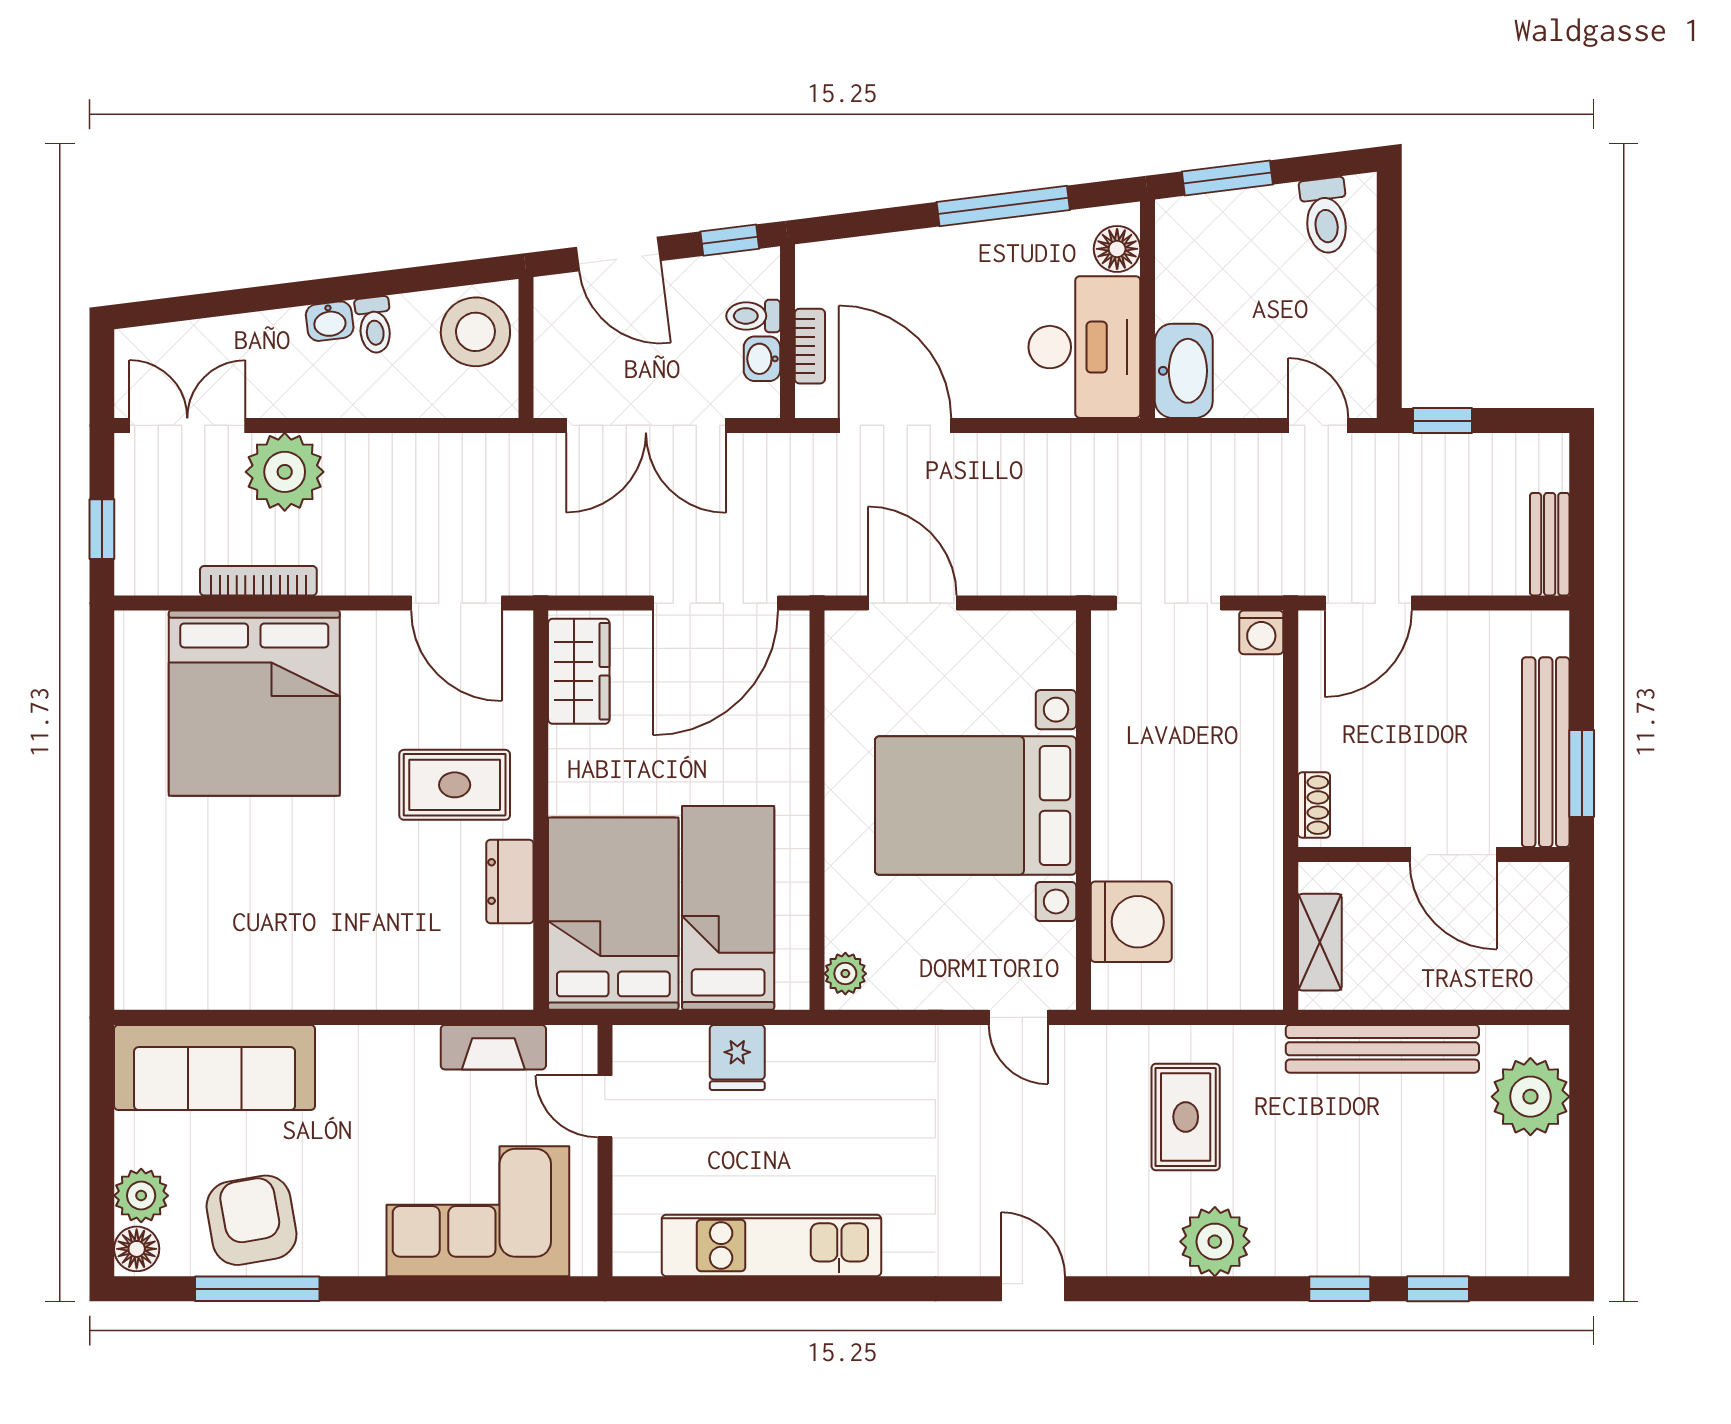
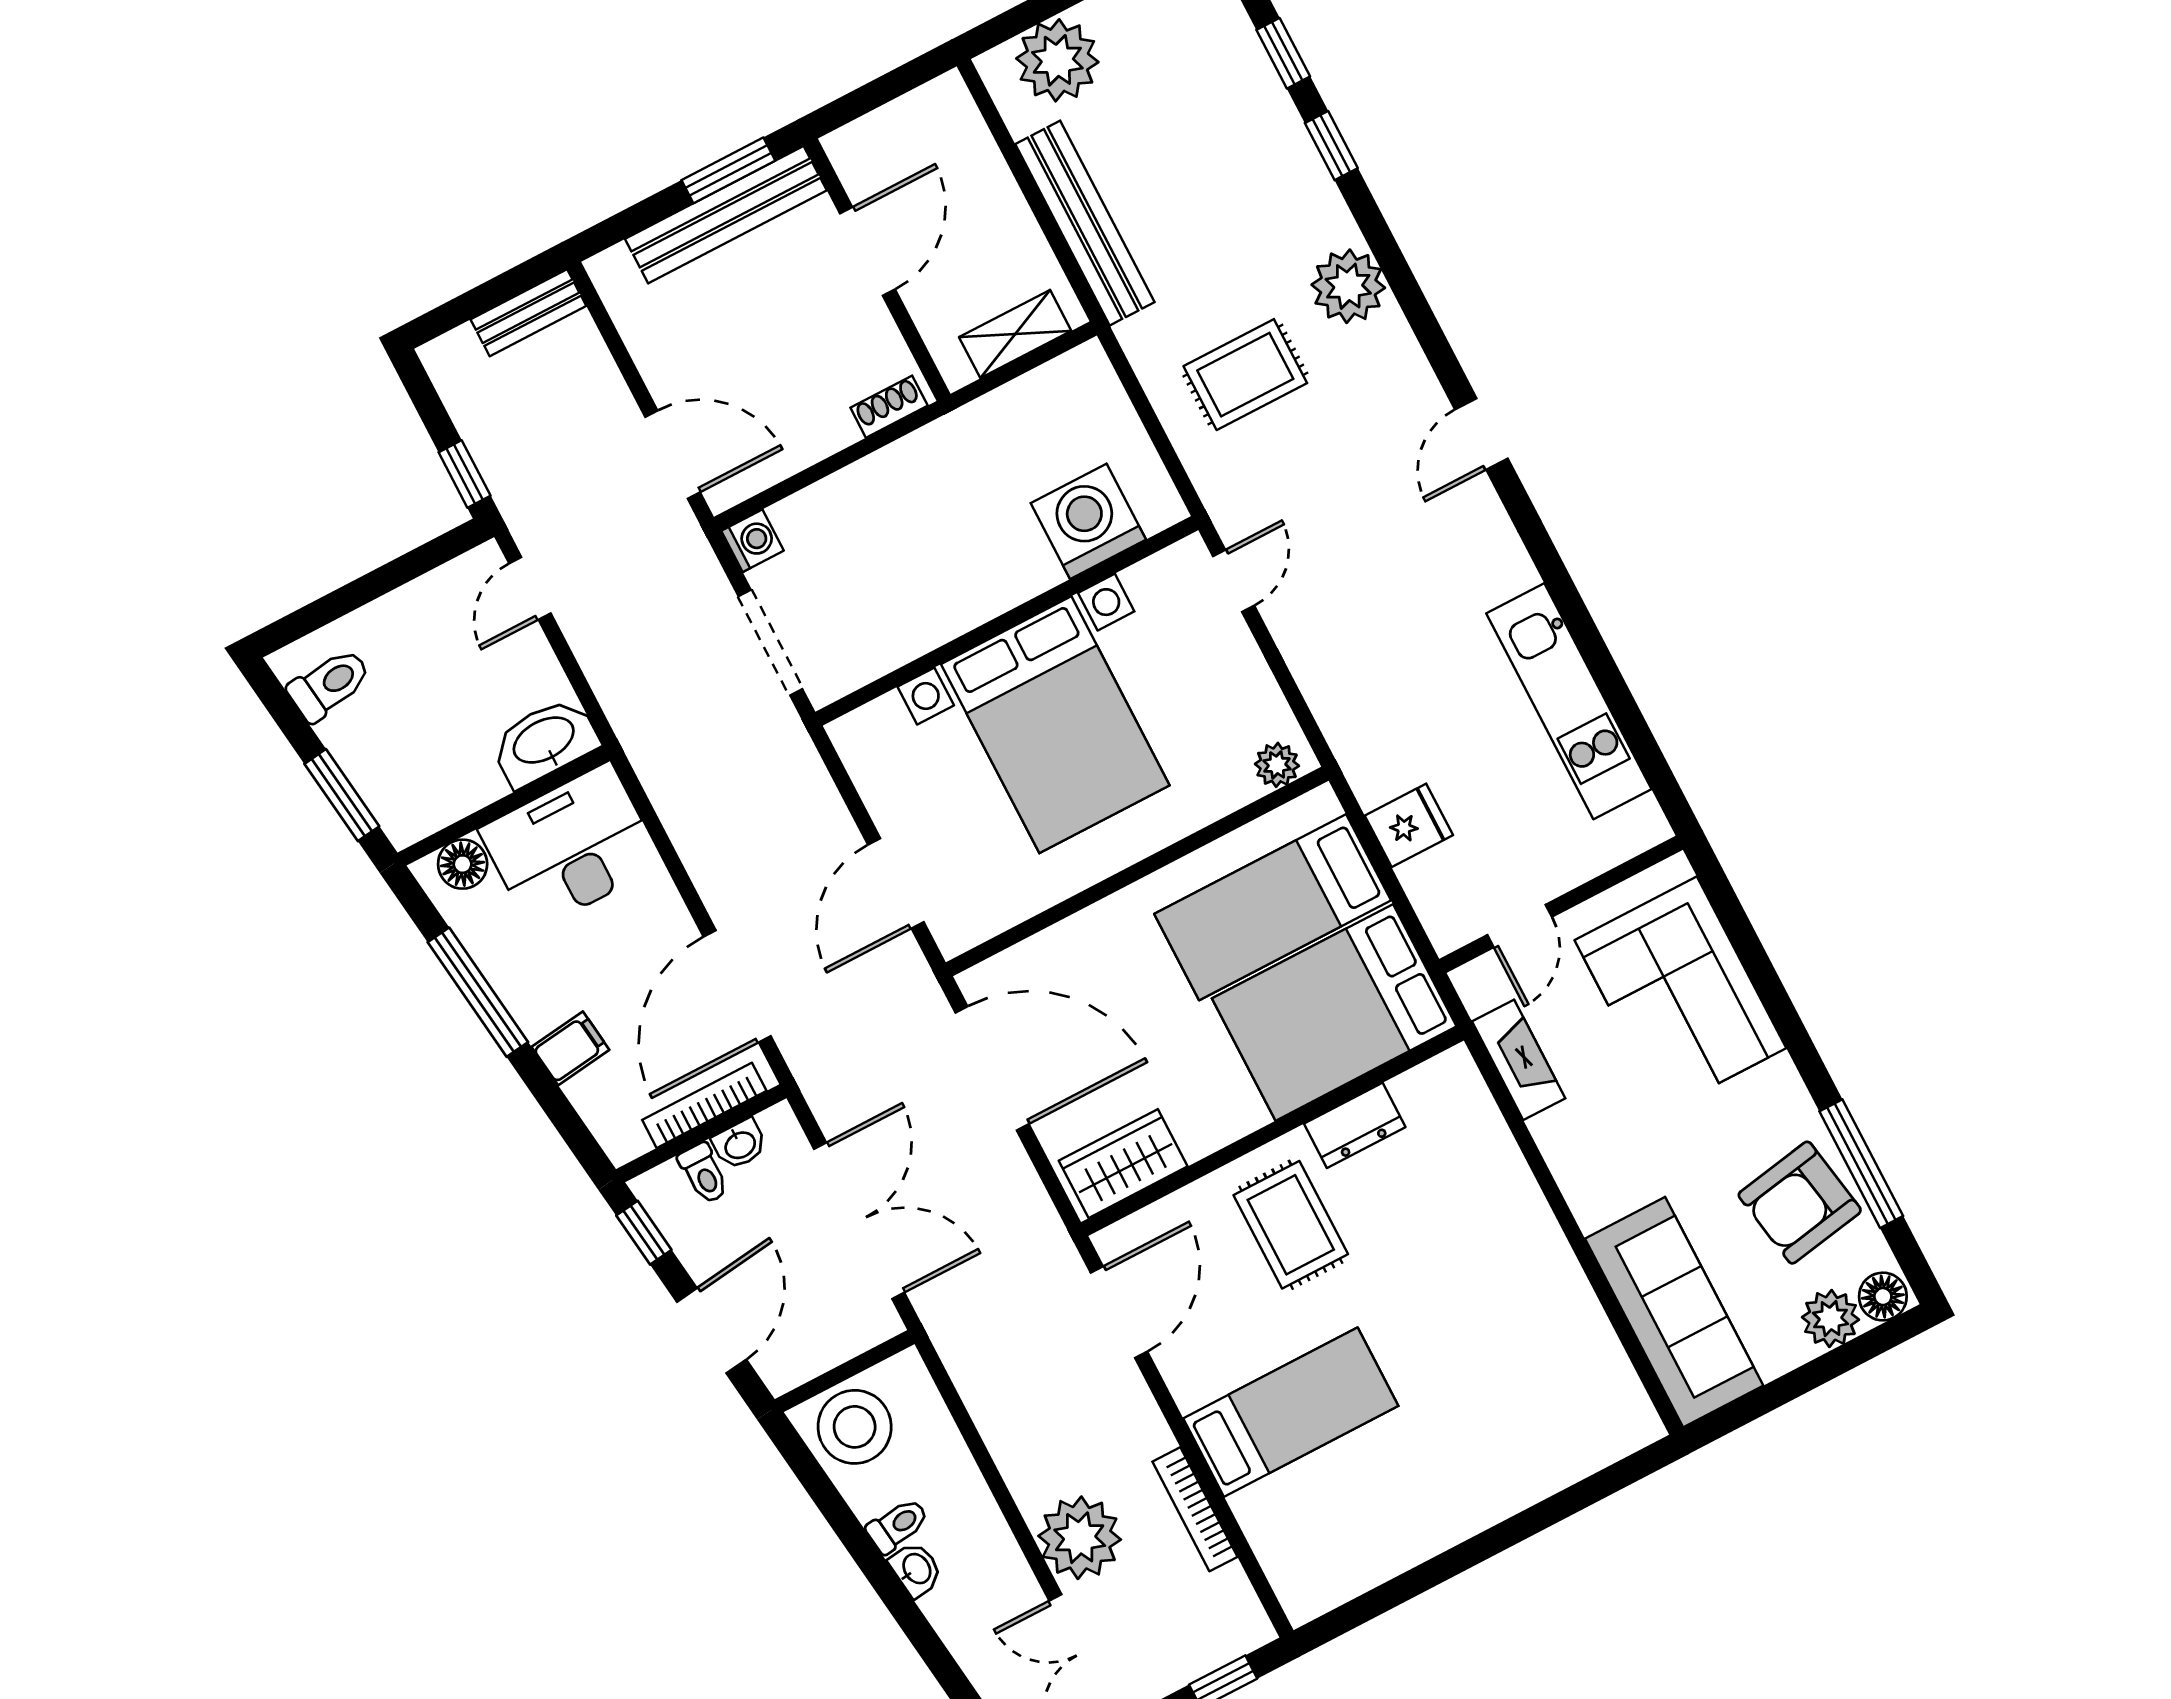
filing cabinet: (916, 259) -> (570, 1048), added
bookcase: (810, 346) -> (704, 1105), width x1.56
bed: (254, 703) -> (1291, 1412), width x0.49

